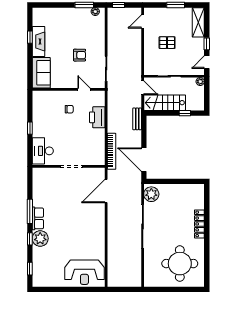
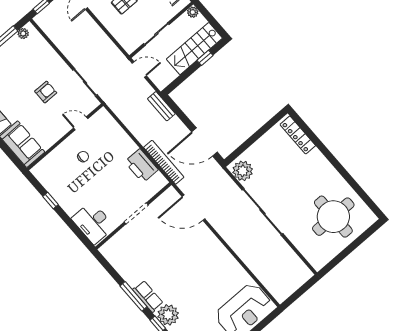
stairs: (165, 103) -> (194, 49), moved
printer: (97, 117) -> (141, 166), moved
window: (30, 128) -> (50, 201), moved
door: (106, 191) -> (194, 208), hinge flipped
locker: (199, 224) -> (298, 135), moved

